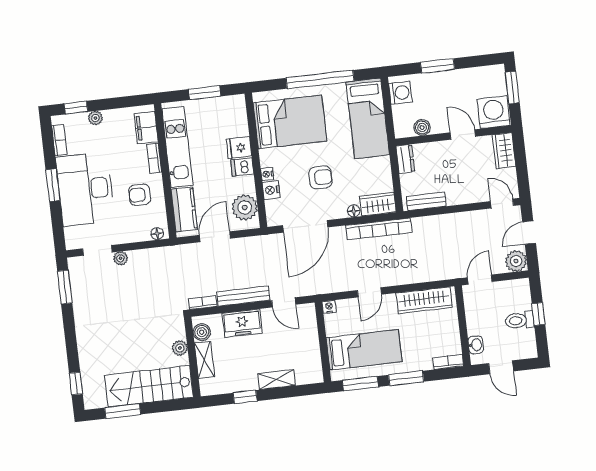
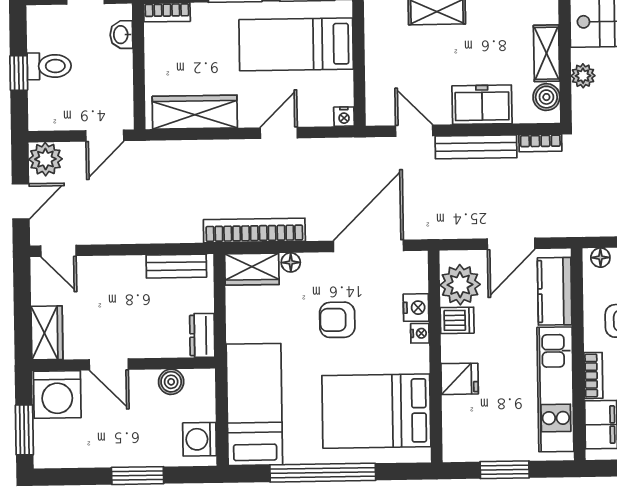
dishwasher: (242, 167) -> (457, 320), moved

